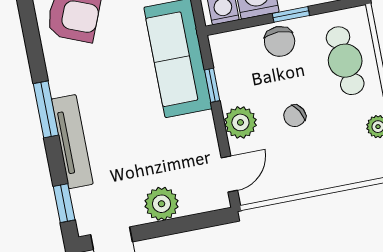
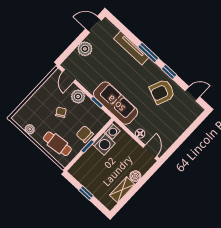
window: (64, 203) -> (169, 72), moved

